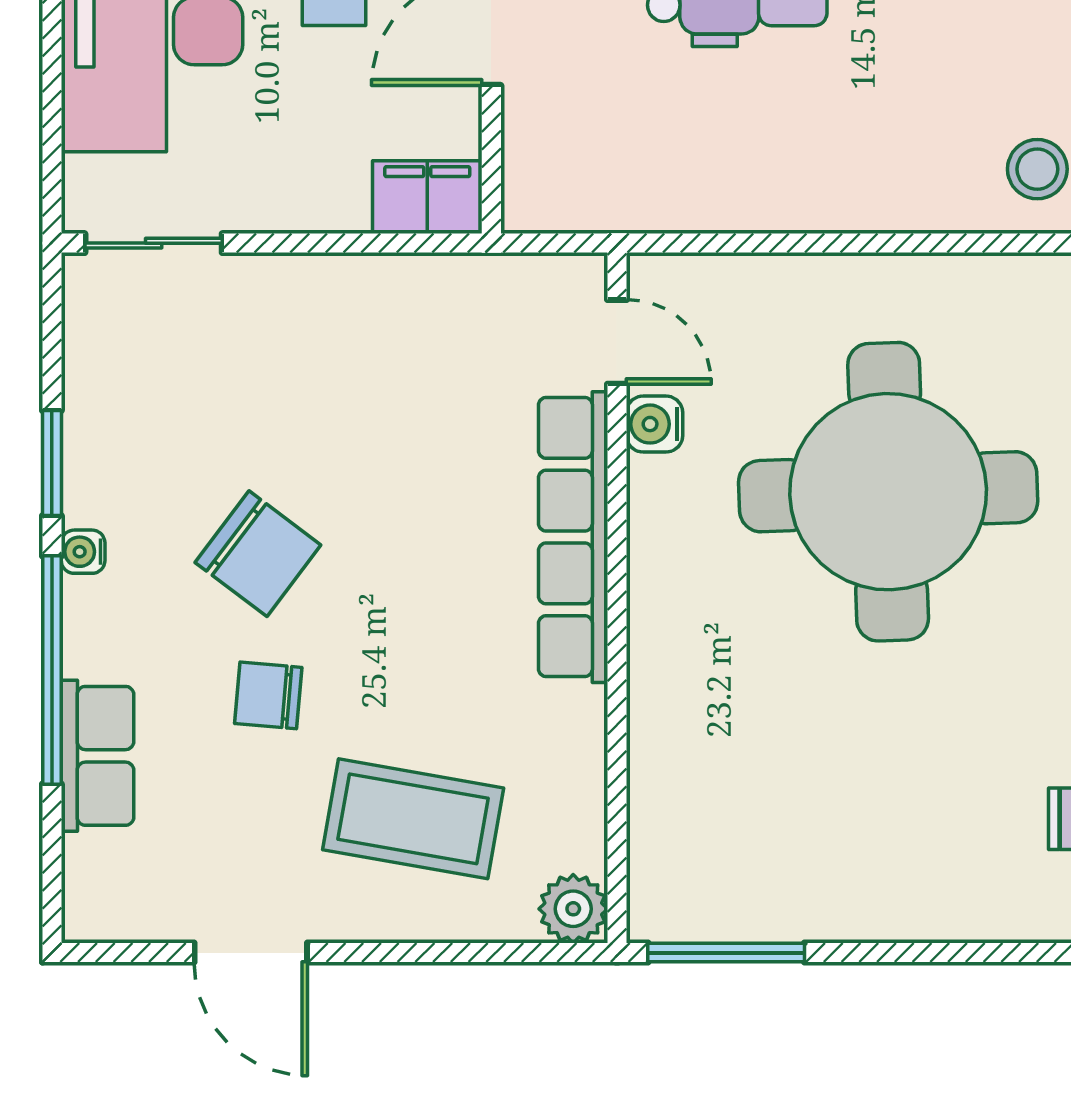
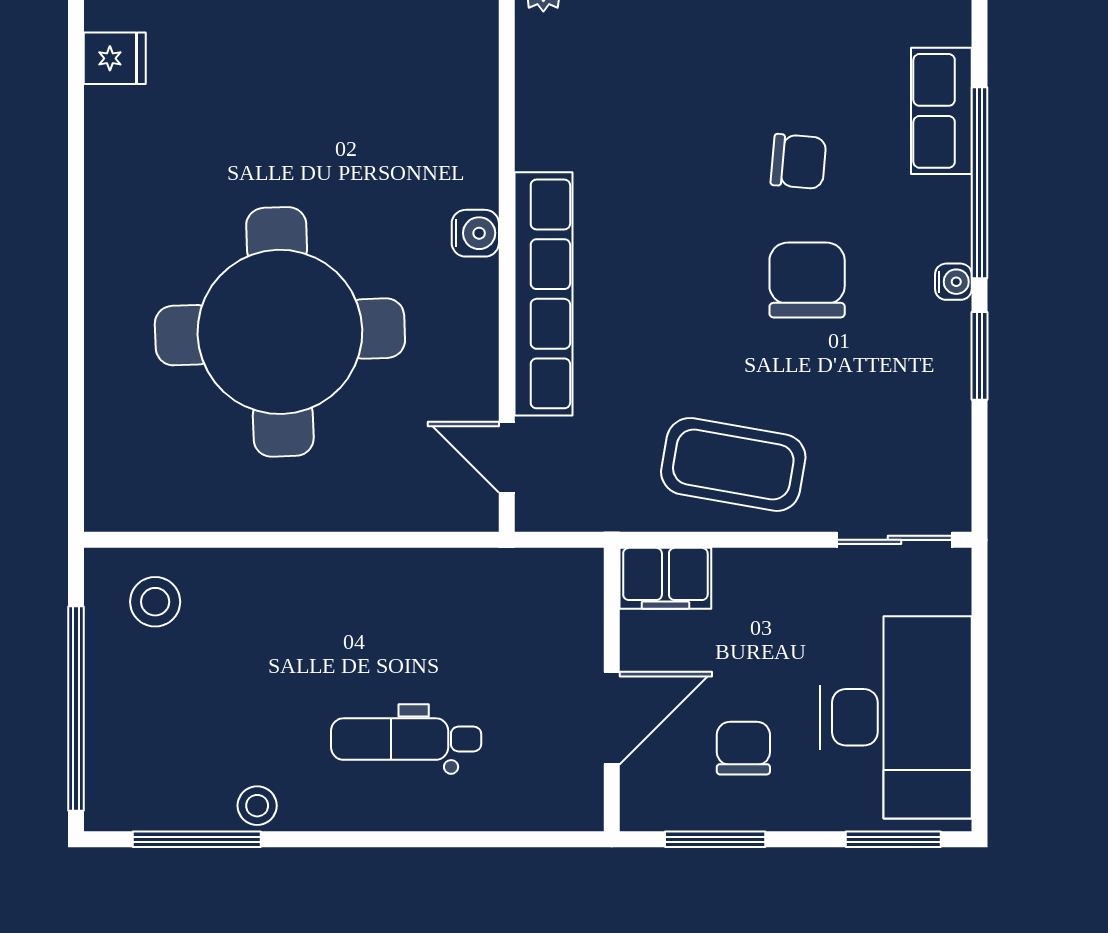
water cooler: (655, 424) -> (475, 233), moved
chair: (258, 554) -> (807, 280), turned 53
coffee table: (413, 819) -> (733, 464), moved

